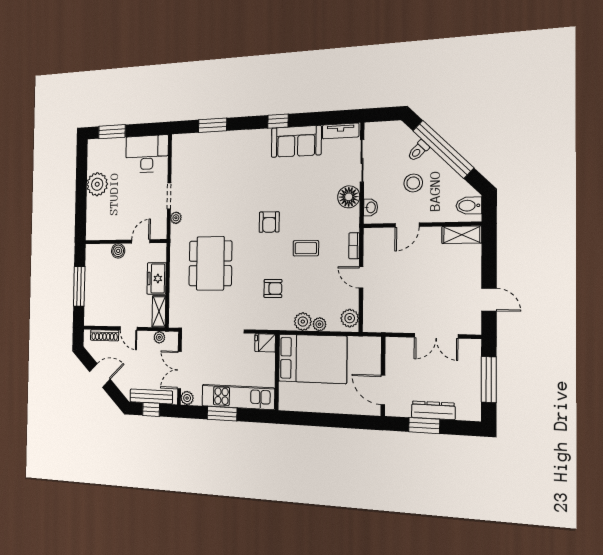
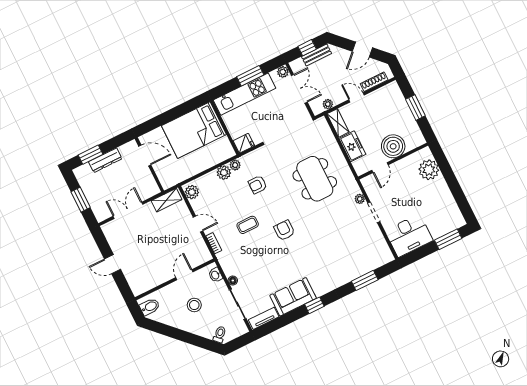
window: (443, 149) -> (185, 337), removed
toilet: (418, 151) -> (220, 334), moved
plant: (97, 184) -> (429, 170), moved
floor lamp: (349, 197) -> (233, 281), width x0.53, depth x0.53
shelving: (462, 235) -> (167, 200), moved
boiler: (118, 251) -> (393, 146), width x1.86, depth x1.86
window: (79, 286) -> (415, 108), width x0.69
door: (489, 300) -> (112, 264), moved
plant: (319, 324) -> (235, 165), moved
bed: (312, 359) -> (194, 130), moved
window: (489, 380) -> (81, 200), width x0.69
bench: (151, 396) -> (316, 55), width x0.73
window: (424, 426) -> (91, 155), moved

